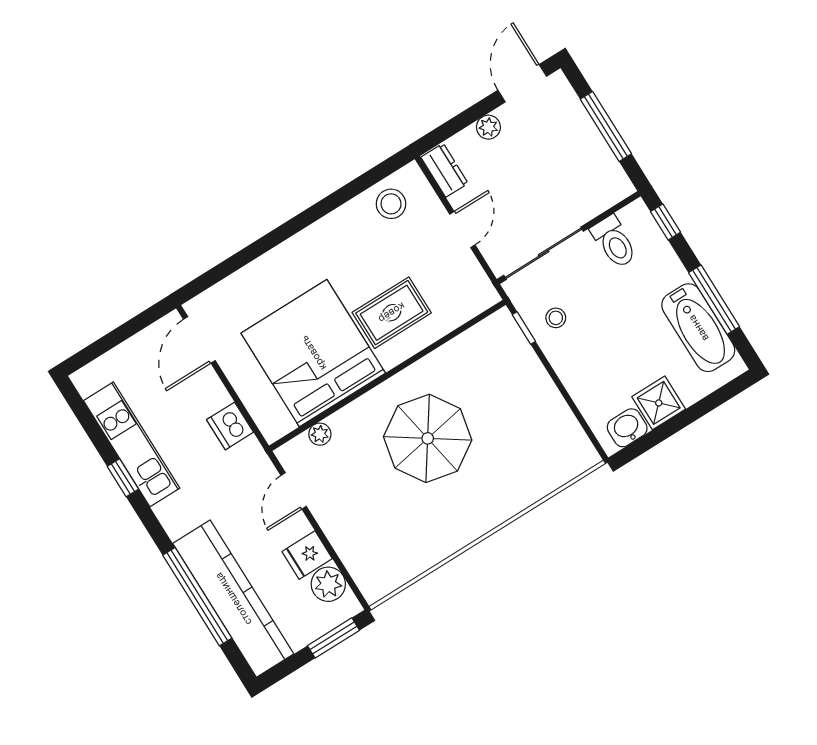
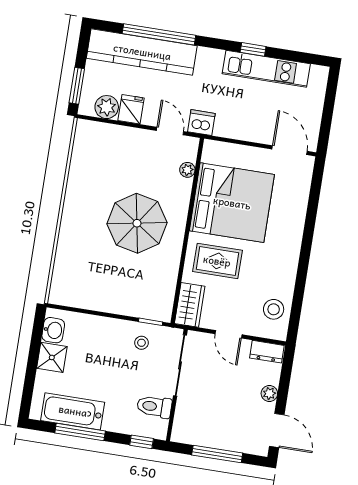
wardrobe: (467, 301) -> (190, 305), added
rug: (392, 313) -> (217, 261), turned 90
dishwasher: (230, 426) -> (201, 123), moved

